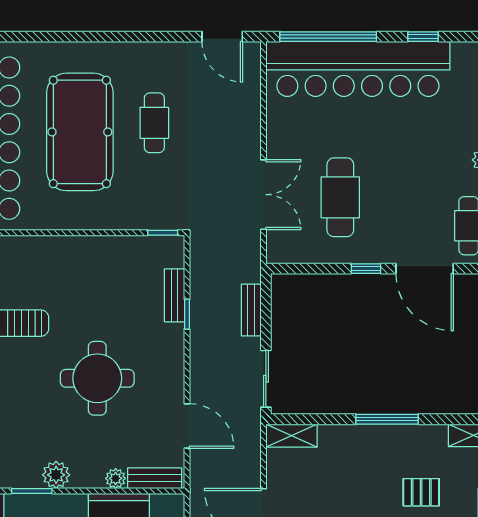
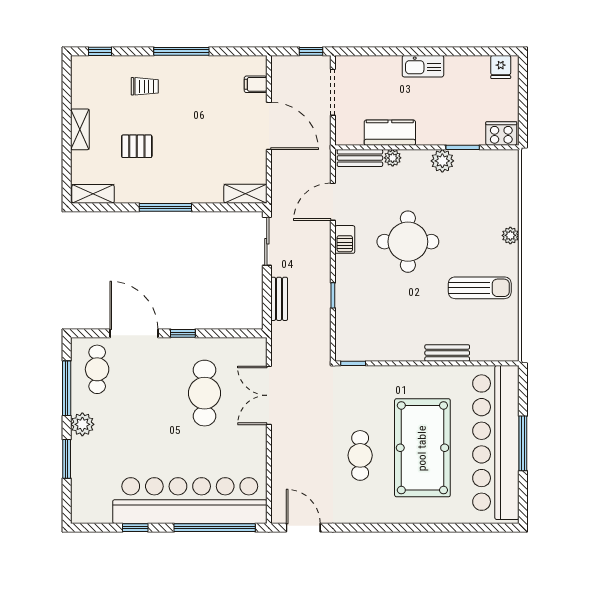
bench: (174, 295) -> (447, 353), moved, turned 90
barbecue: (173, 381) -> (345, 239), added
door: (187, 426) -> (333, 202), hinge flipped

